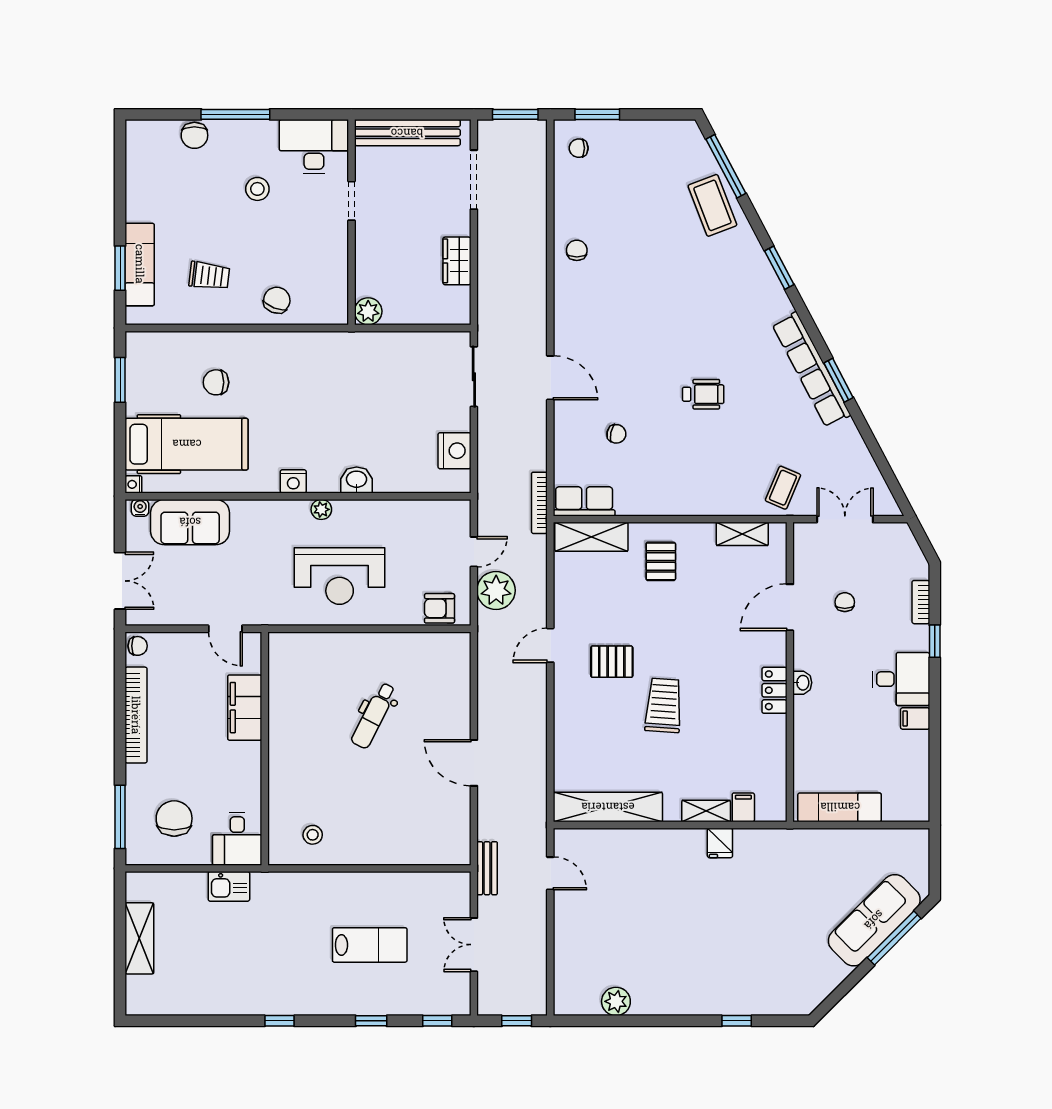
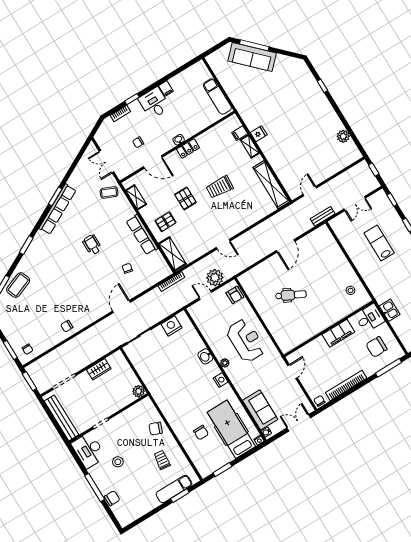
row of seats: (584, 501) -> (142, 235), moved, width x1.48
pallet: (612, 662) -> (185, 198), moved
filing cabinet: (245, 708) -> (338, 333), moved

